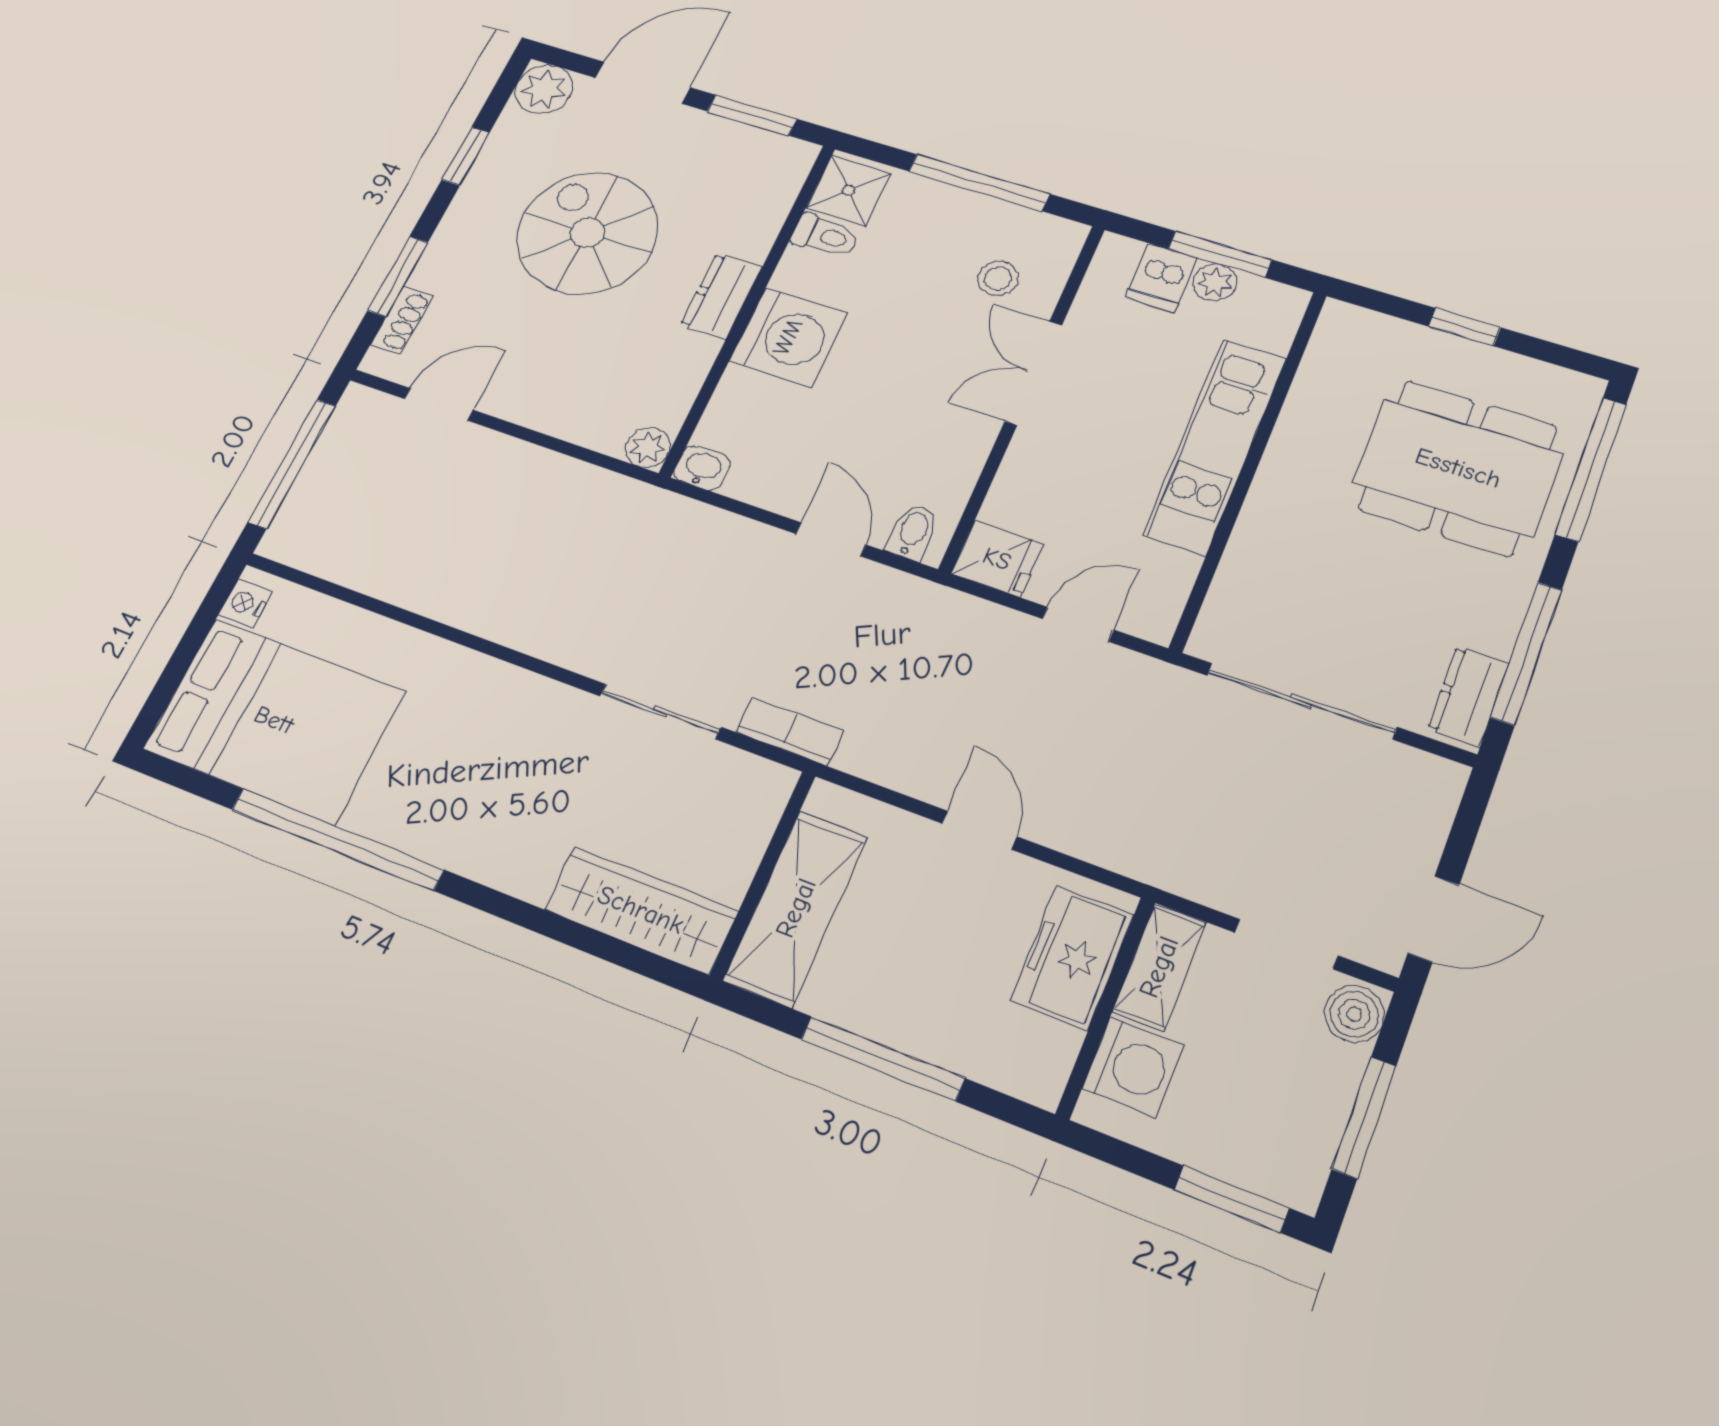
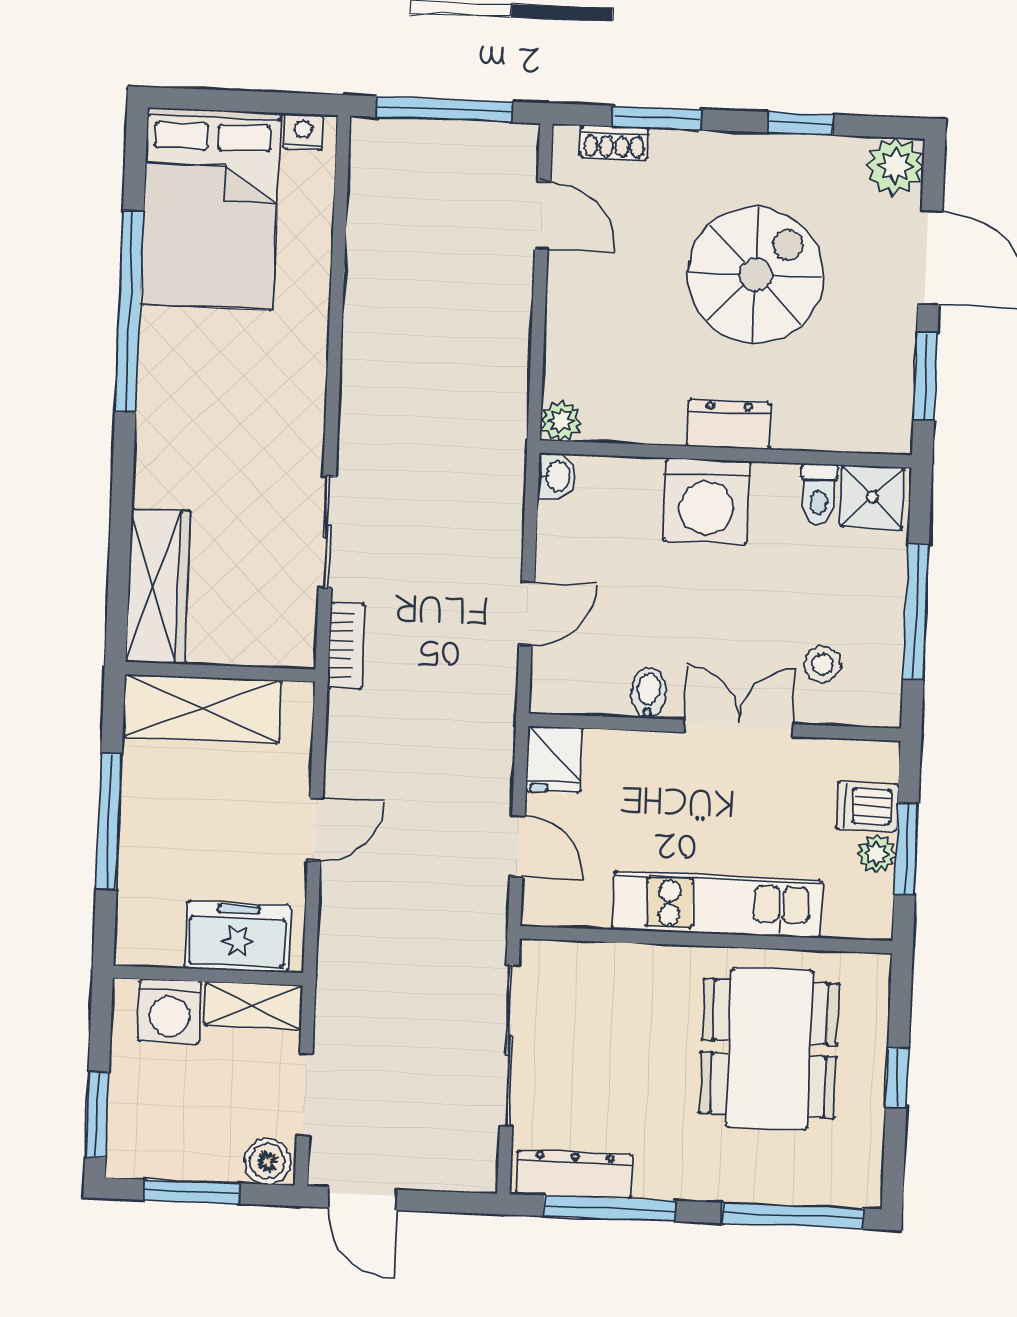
dining table: (1458, 468) -> (769, 1048), moved
bidet: (913, 532) -> (648, 693), moved, turned -90
dresser: (1468, 696) -> (575, 1174), width x1.44

